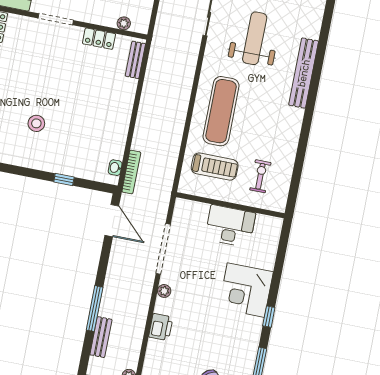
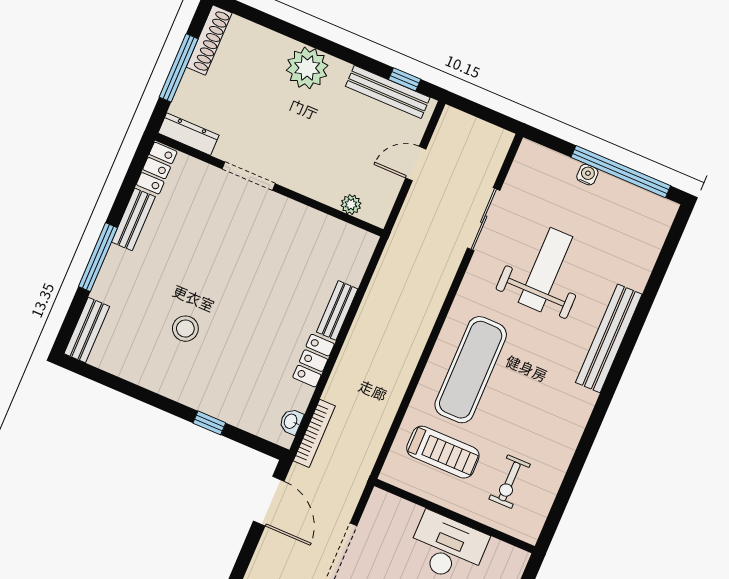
locker: (99, 39) -> (313, 361), moved, turned 90
bench: (135, 60) -> (337, 310), moved
exercise bike: (260, 176) -> (510, 482), turned 180

